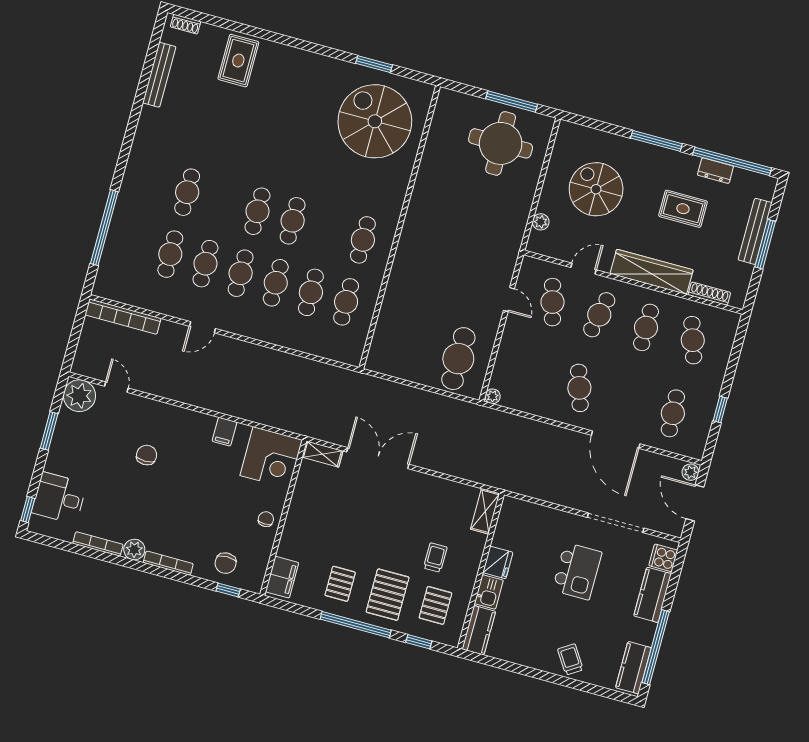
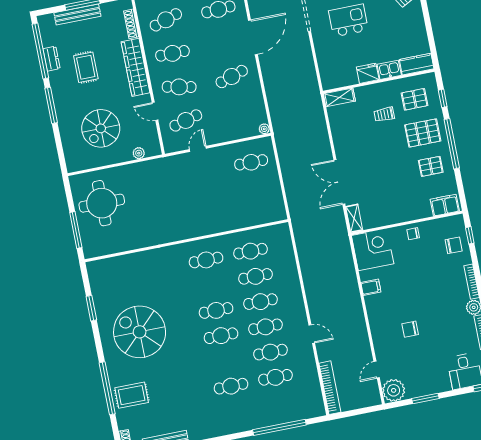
window: (262, 34) -> (107, 388), added
window: (512, 102) -> (76, 230), moved
spiral stairs: (375, 121) -> (140, 332), moved, turned 90
cafe table: (458, 359) -> (251, 162), width x0.73, depth x0.74

